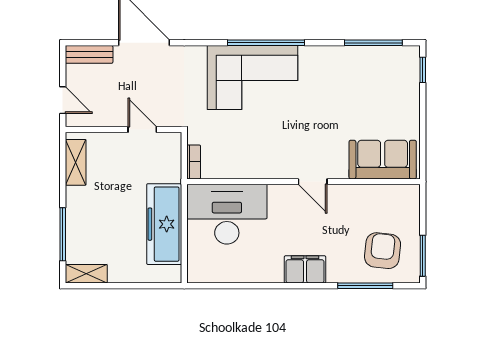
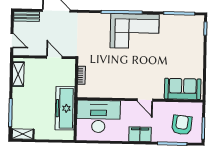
corner sofa: (253, 78) -> (135, 31), moved
sofa: (383, 160) -> (183, 89), moved
wall: (304, 182) -> (140, 100), moved
door: (313, 182) -> (145, 100), moved
desk: (227, 214) -> (98, 116), moved

